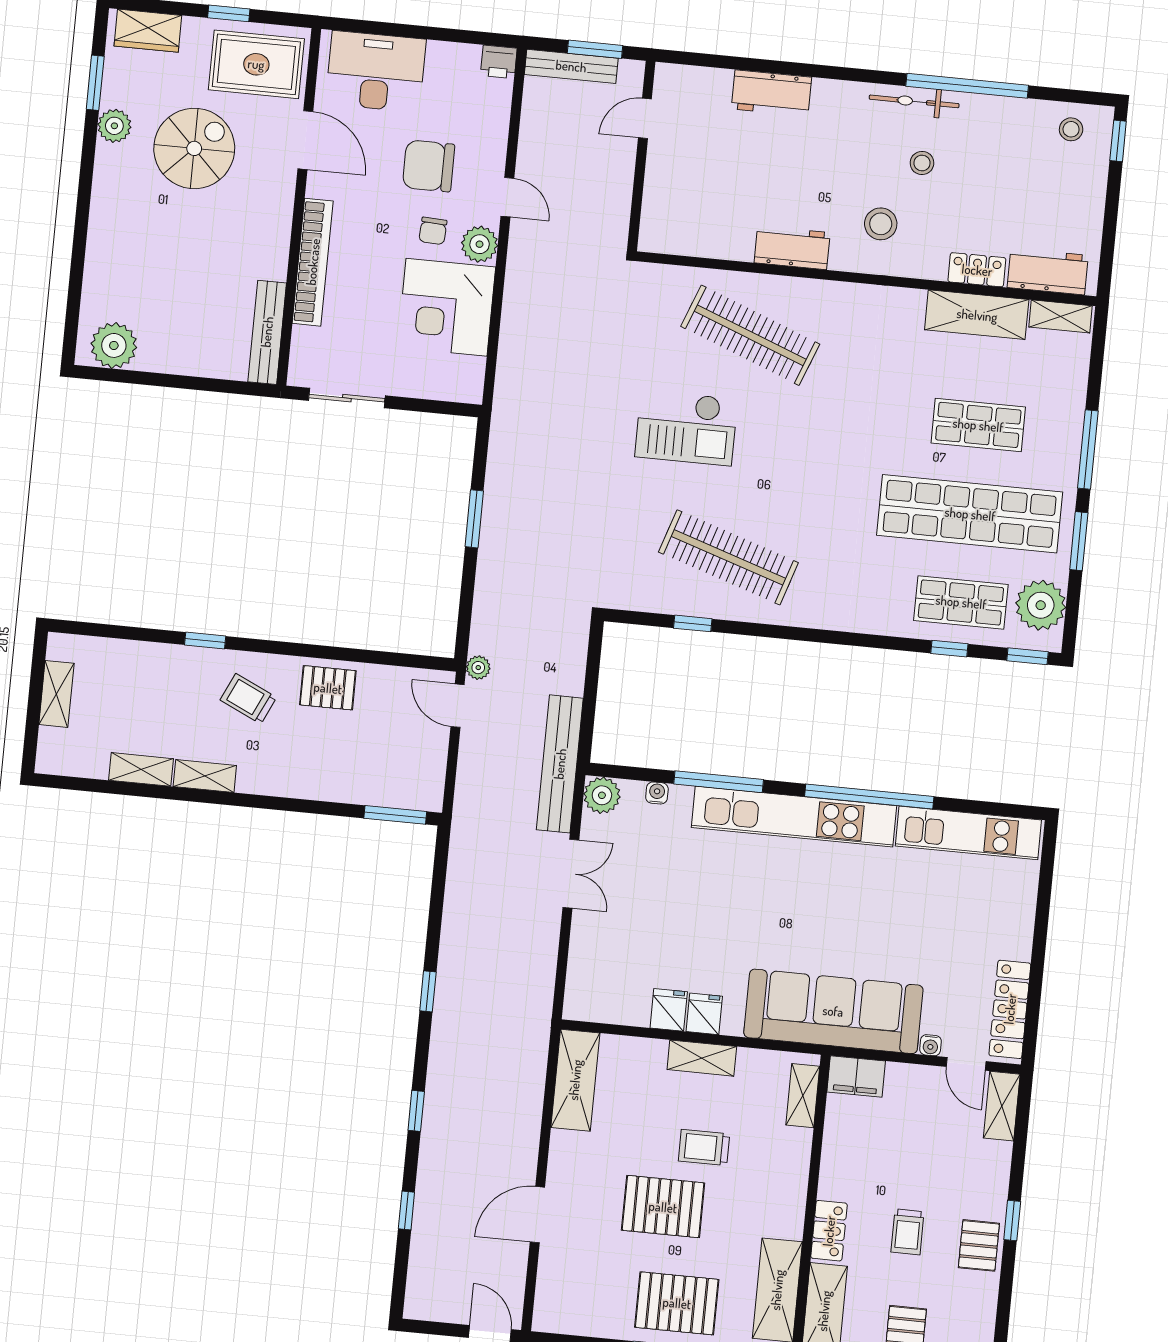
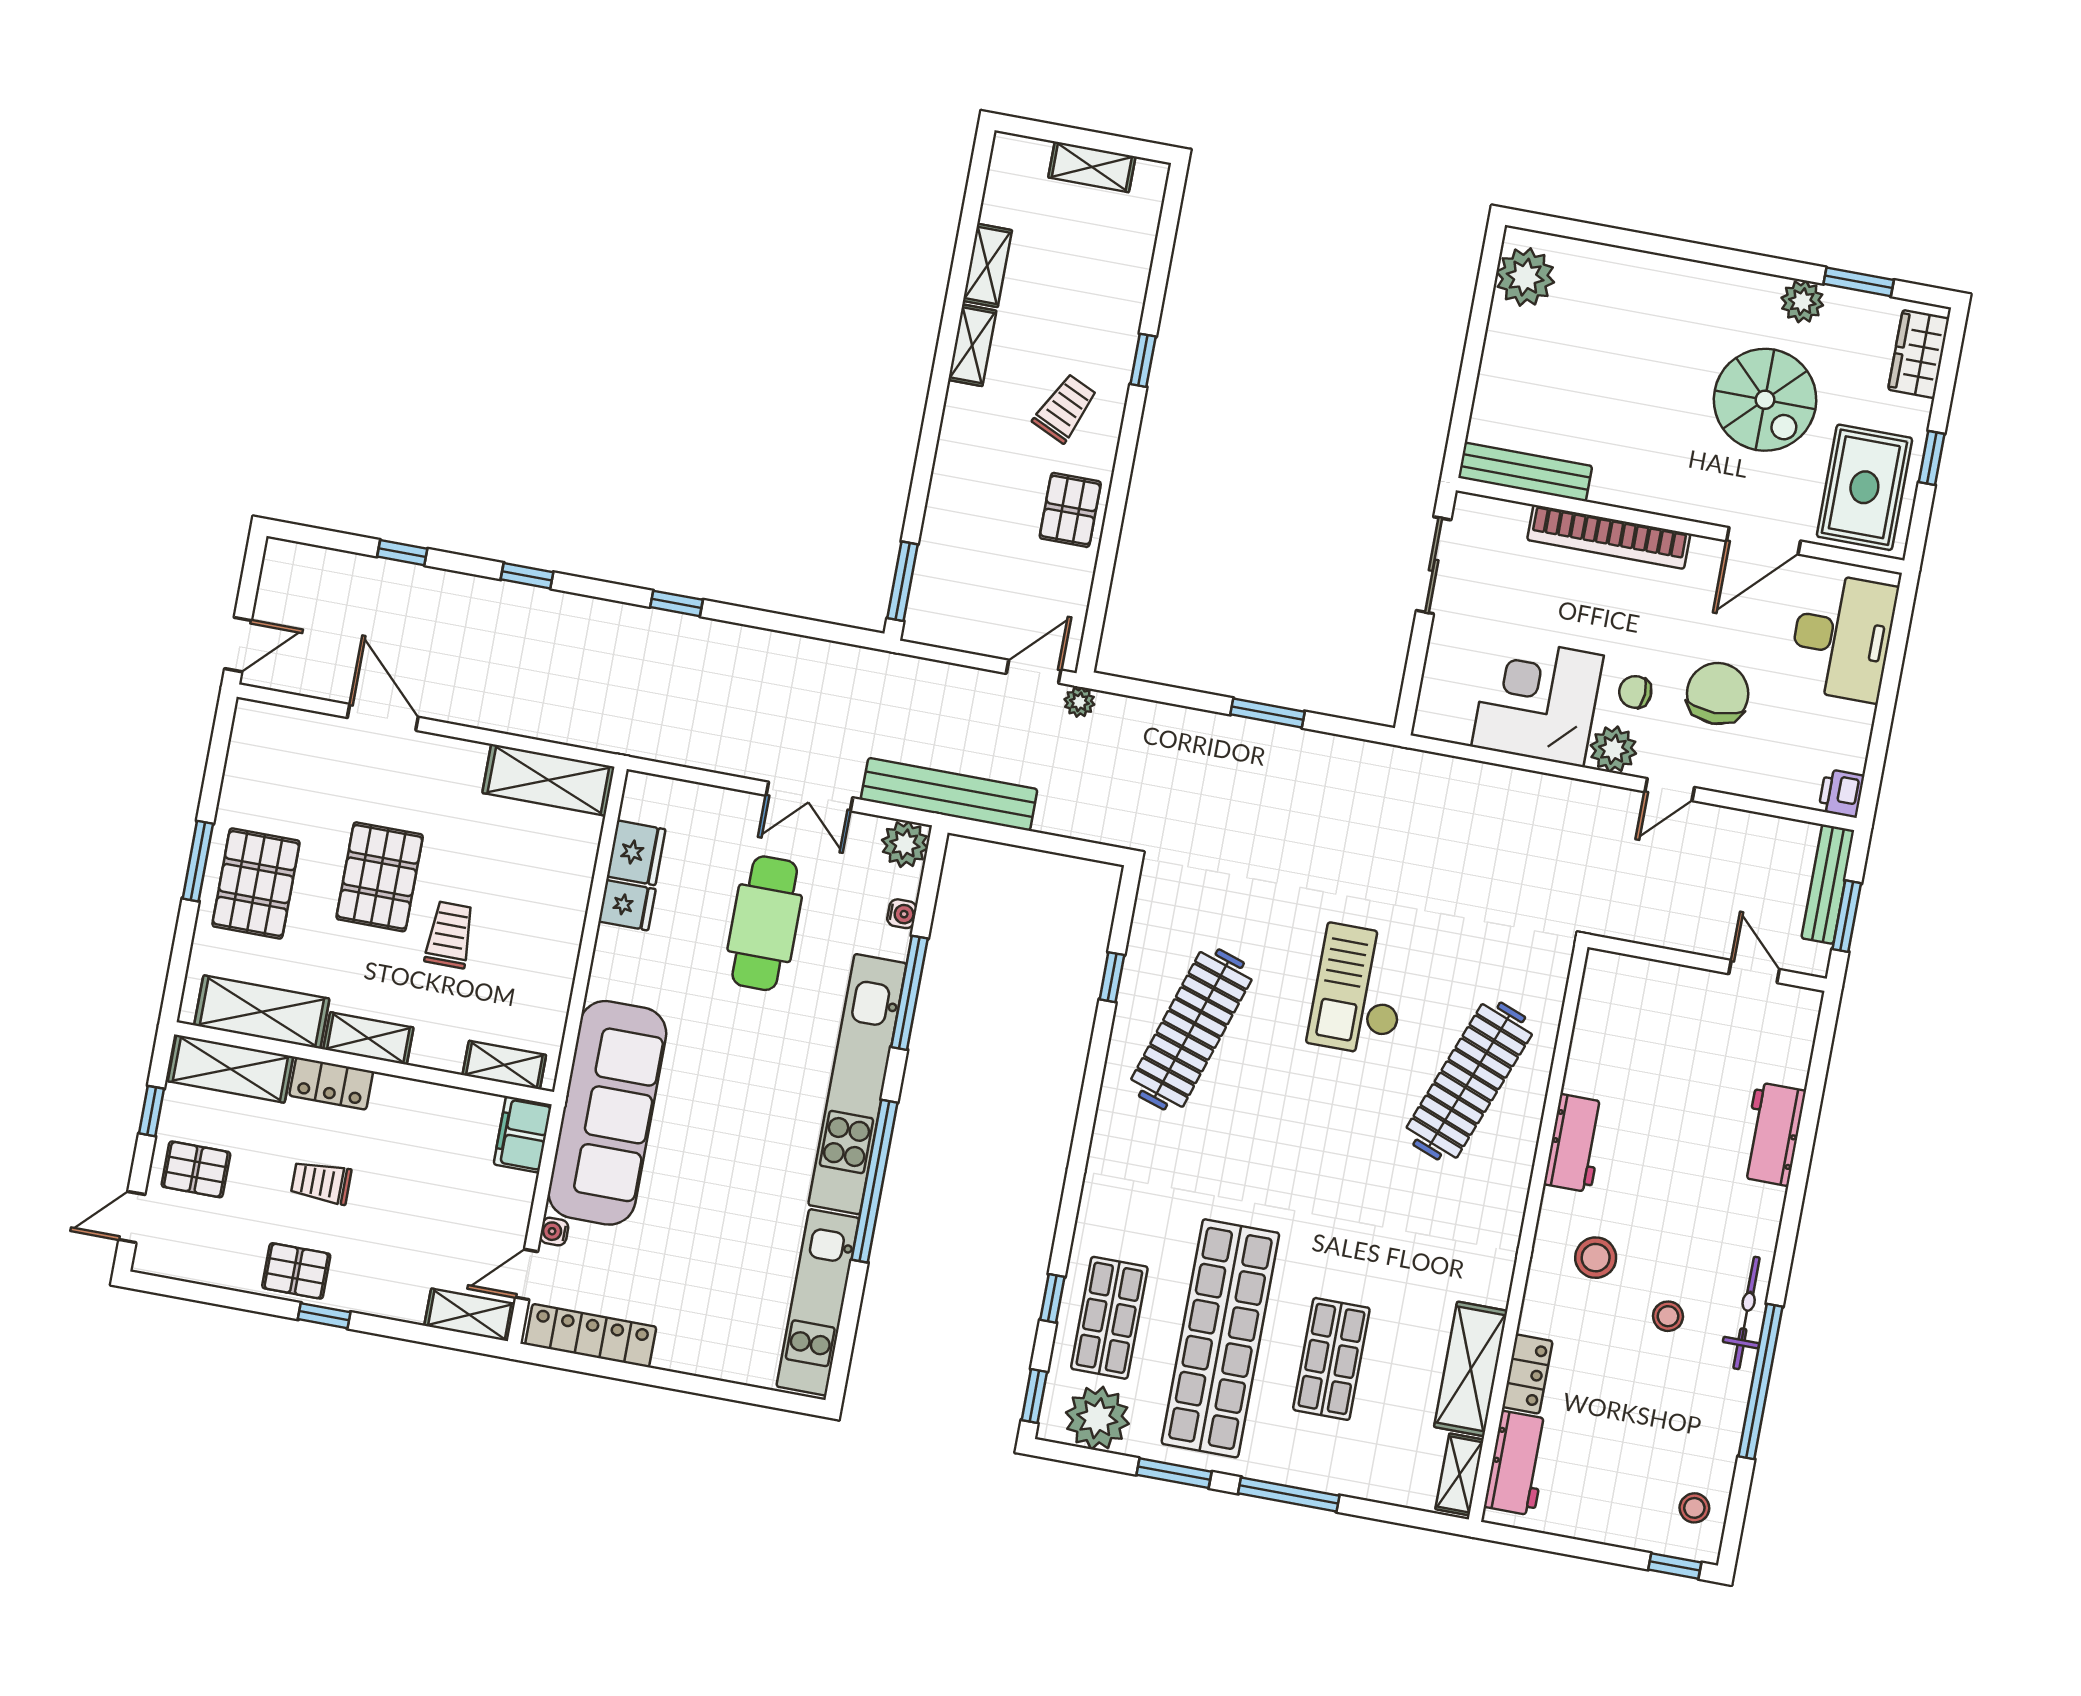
cafe table: (674, 900) -> (765, 923), added
fridge: (704, 1014) -> (636, 853), moved, width x1.38
shelving: (702, 1058) -> (368, 1038), moved, turned 90

